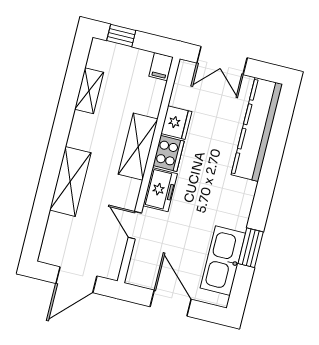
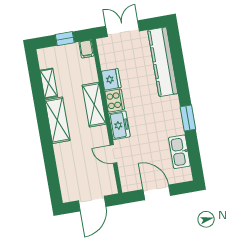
window: (121, 35) -> (65, 39), moved
double door: (222, 60) -> (123, 29), swing flipped
shelving: (70, 181) -> (57, 120), moved
window: (251, 248) -> (188, 118), moved
kitchen sink: (223, 261) -> (179, 152), width x0.73, depth x0.81

